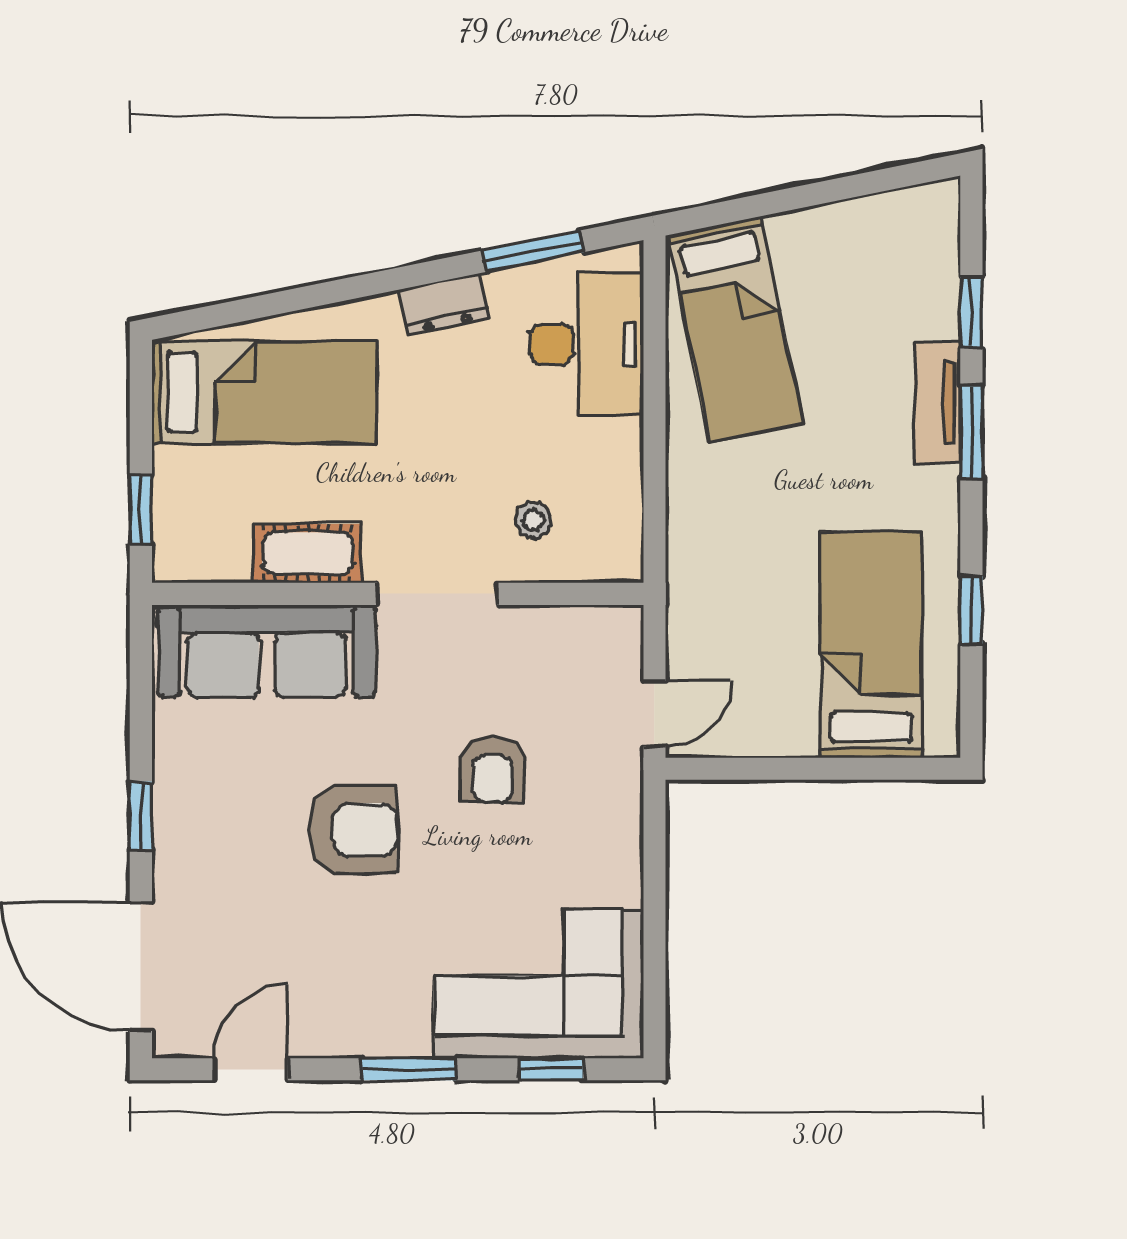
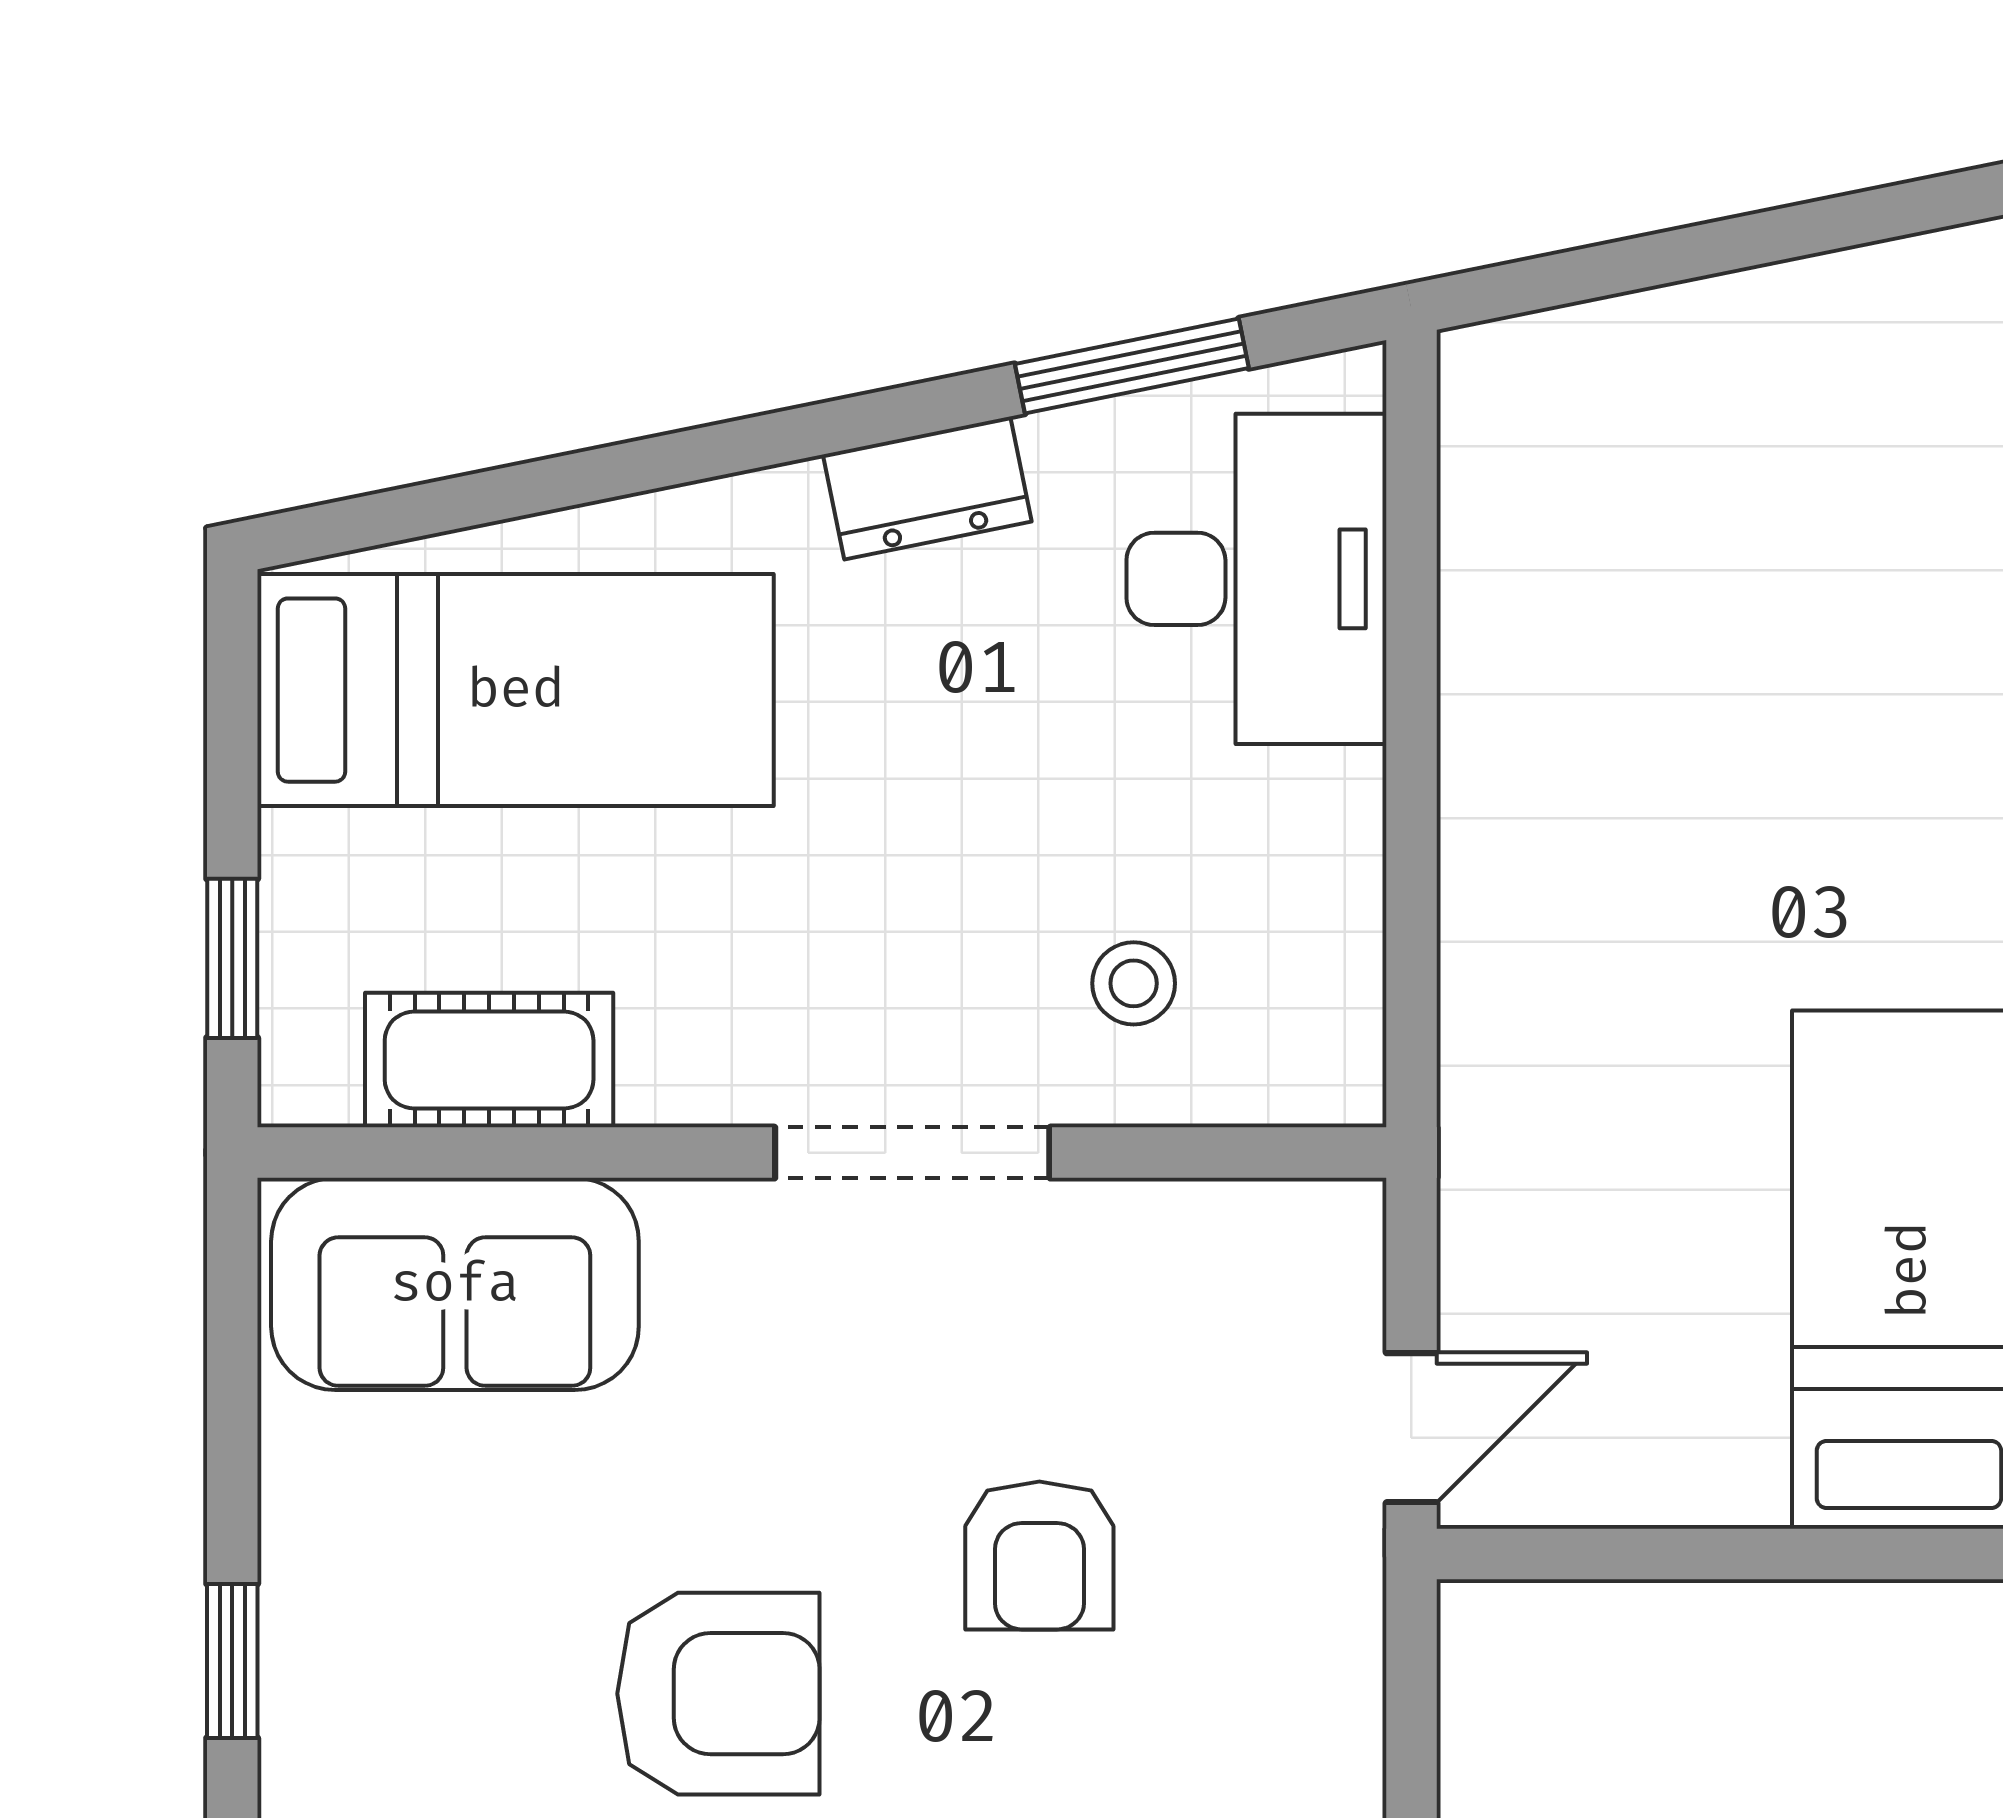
bed: (735, 329) -> (1596, 545), removed
cot: (308, 554) -> (489, 1060), moved
sofa: (267, 651) -> (455, 1284), width x0.73

